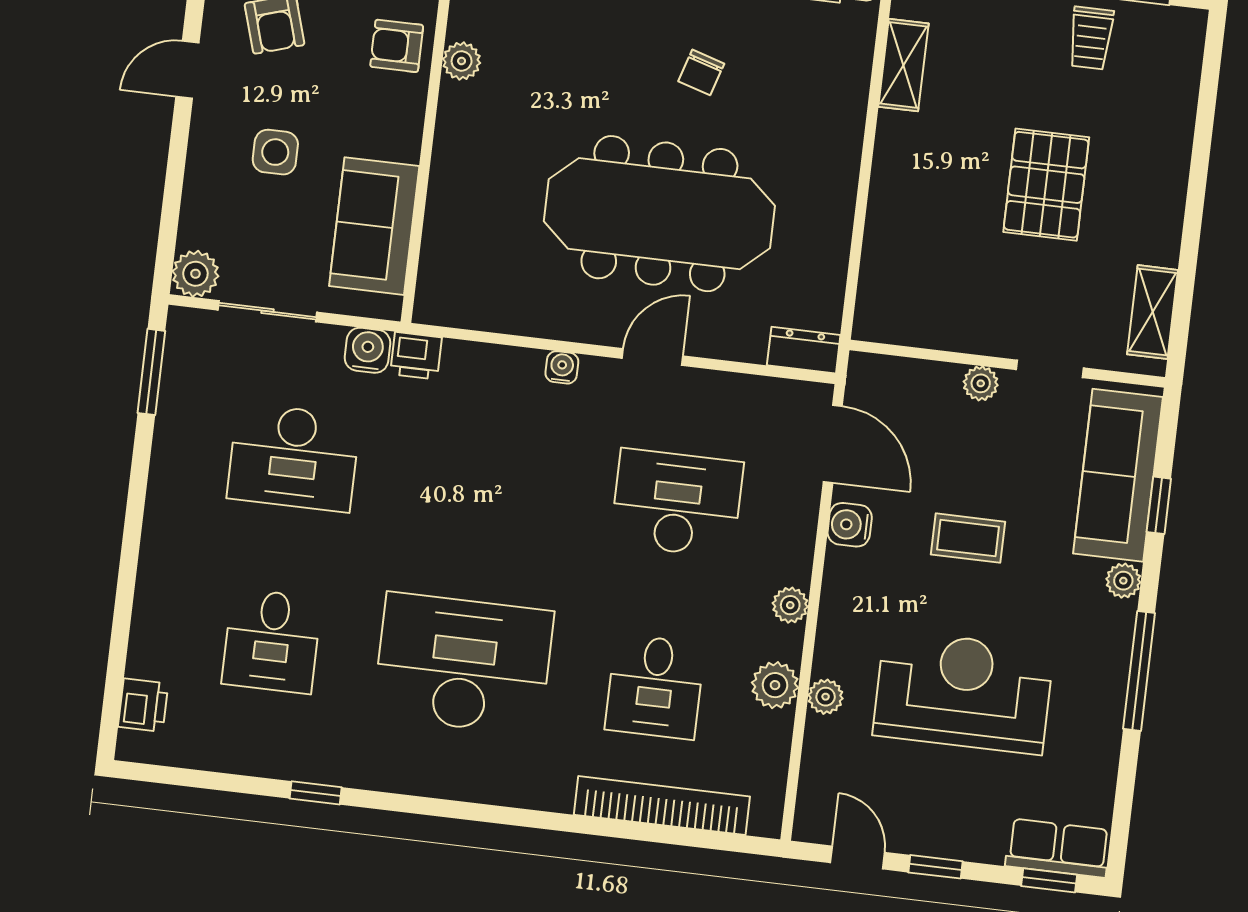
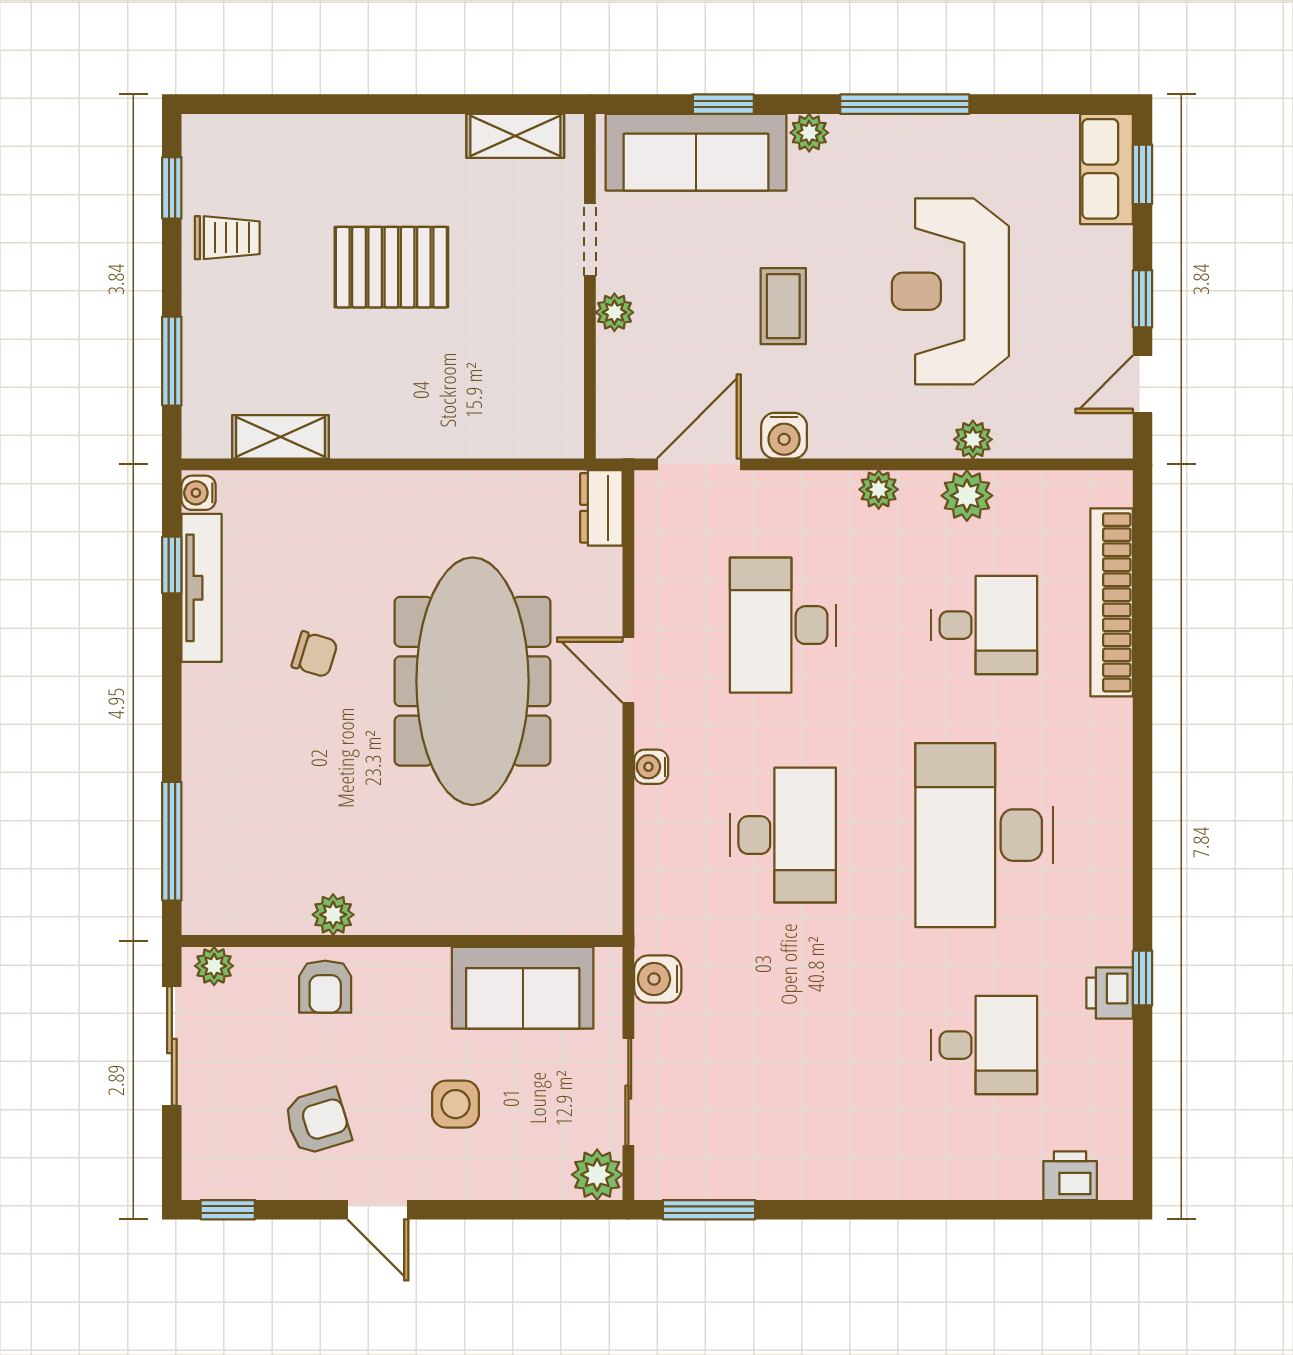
printer: (416, 356) -> (1110, 993), moved, turned 180
desk: (294, 457) -> (783, 835), moved

